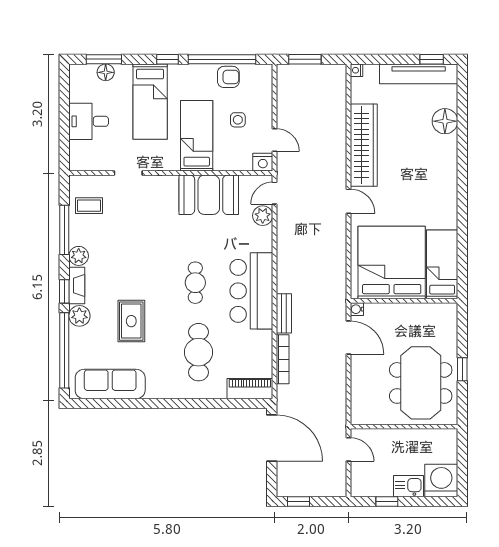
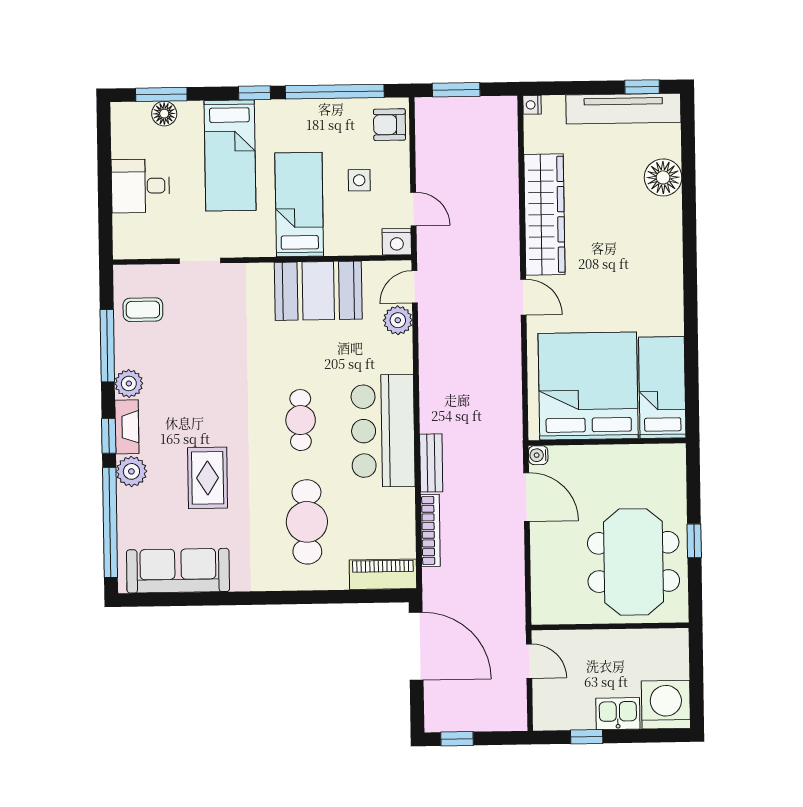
armchair: (228, 77) -> (389, 125), moved, turned 180

